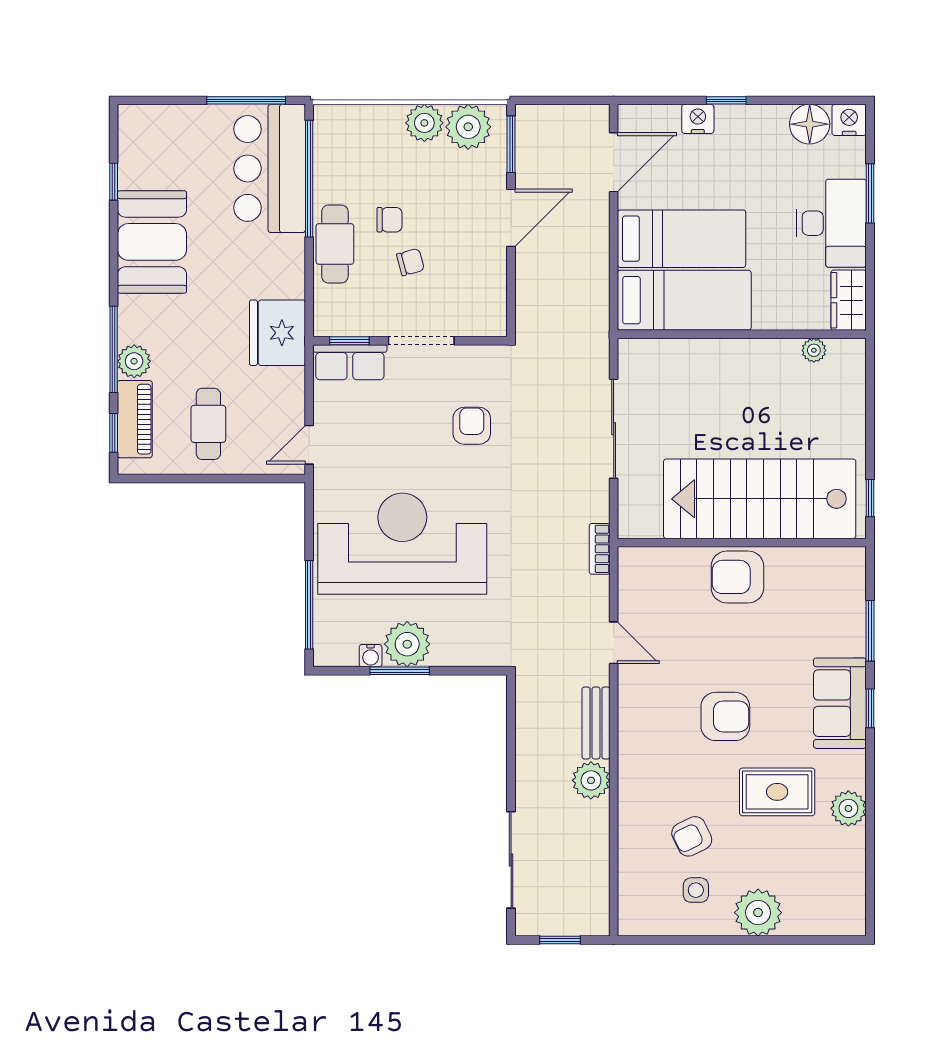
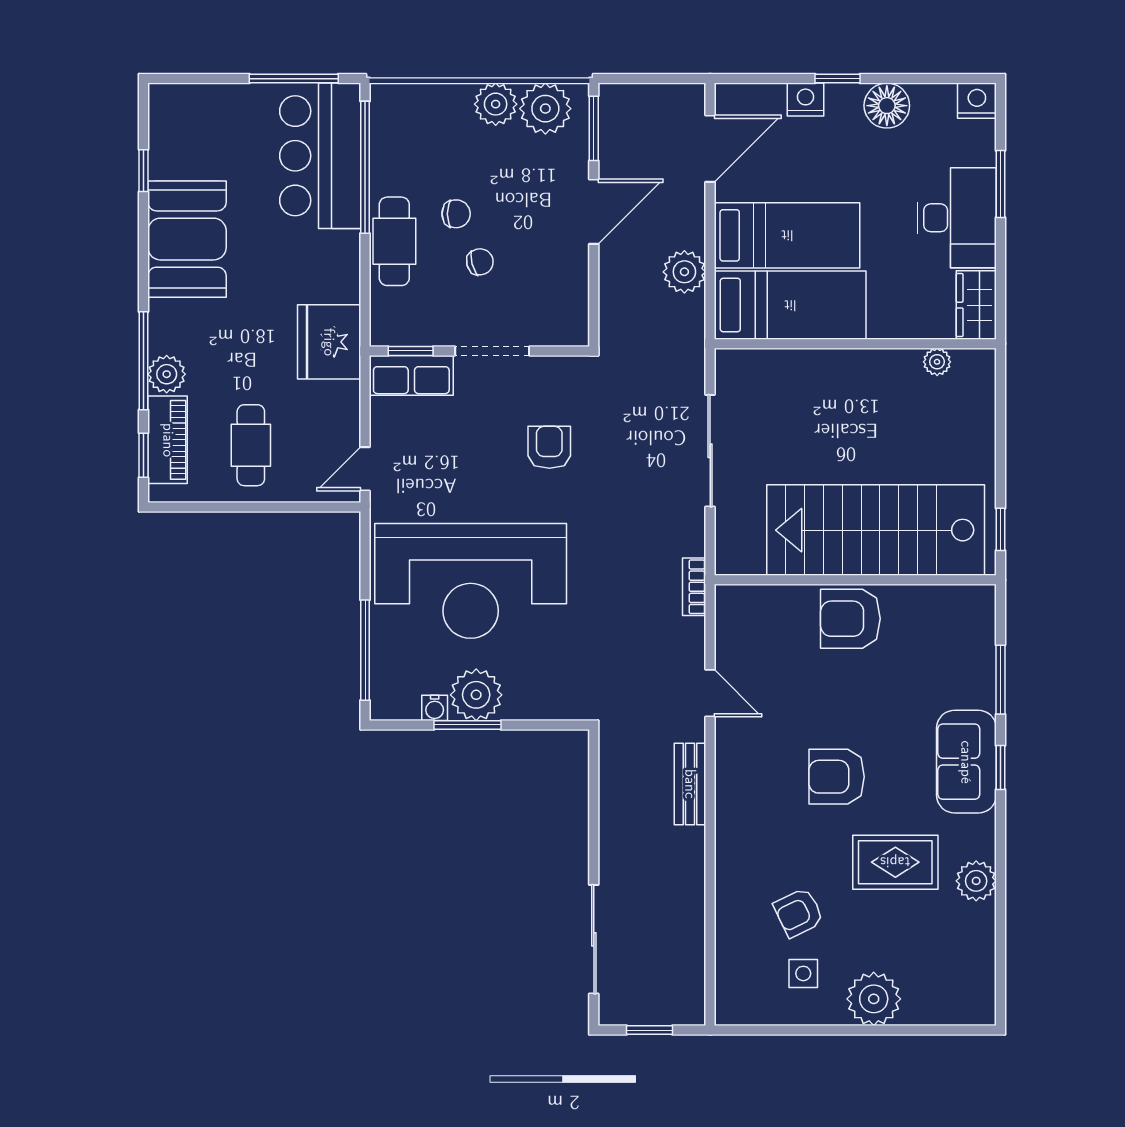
floor lamp: (810, 124) -> (887, 106), moved
reception desk: (402, 544) -> (471, 581), turned 180
armchair: (725, 716) -> (837, 777), turned 180
plant: (591, 780) -> (684, 272), moved

